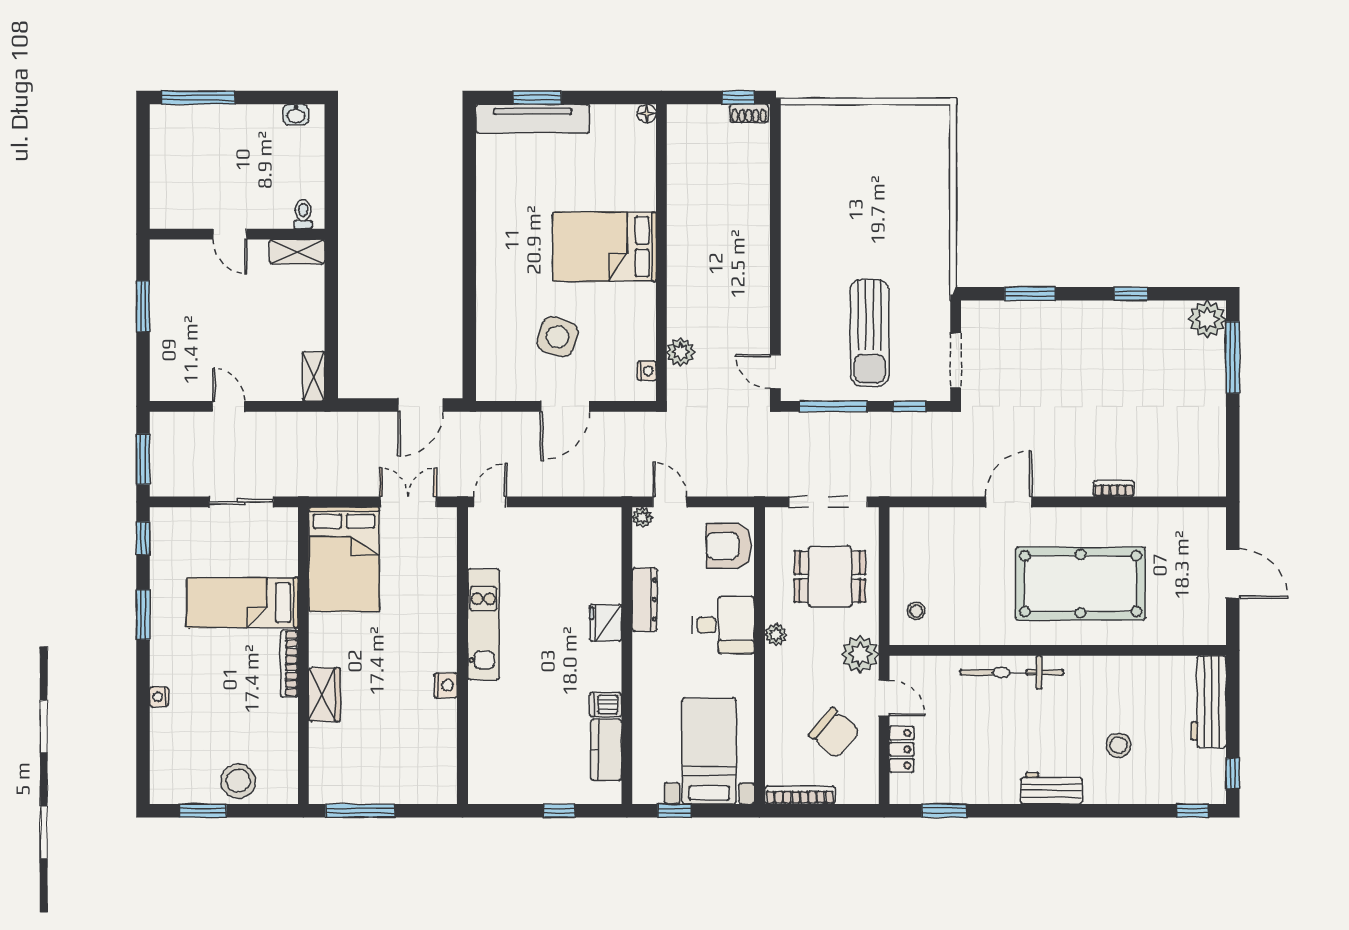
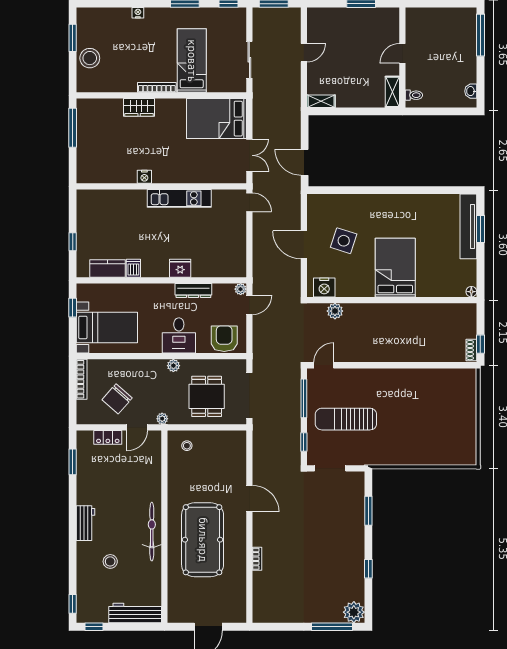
nightstand: (647, 371) -> (324, 287), width x1.89, depth x1.79
plant: (860, 654) -> (162, 419), width x0.53, depth x0.53
bicycle: (1012, 672) -> (152, 532), moved

